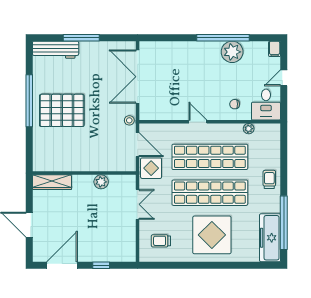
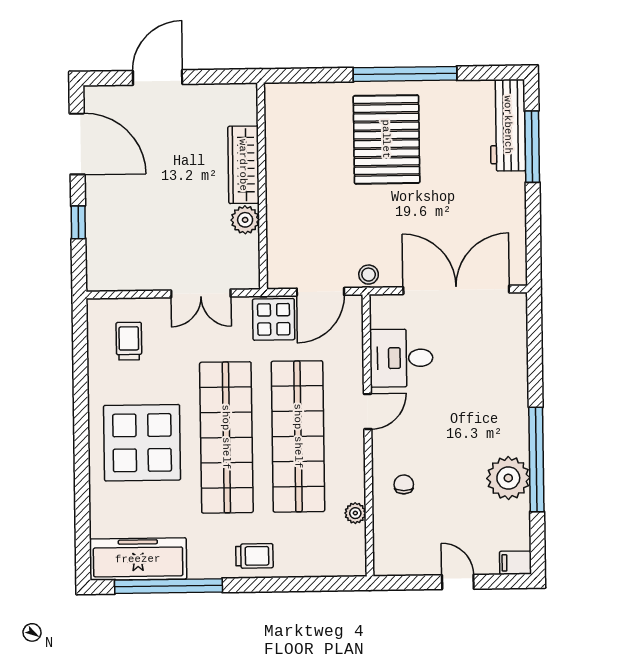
window: (81, 38) -> (532, 147), moved
desk: (266, 105) -> (401, 358), moved
wardrobe: (52, 182) -> (243, 165), moved

